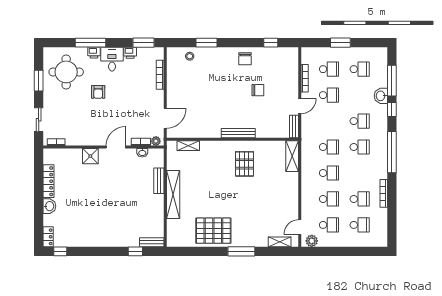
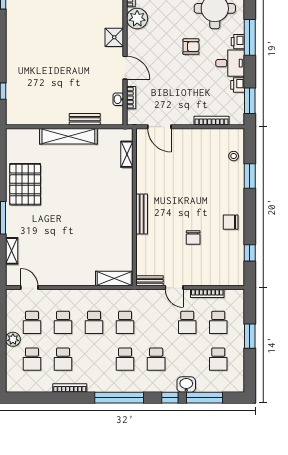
armchair: (98, 92) -> (191, 47), turned 180
plant: (156, 141) -> (137, 18), moved, width x1.87, depth x1.87
pallet: (244, 164) -> (105, 221), removed
plant: (312, 241) -> (13, 339), moved
bench: (152, 242) -> (11, 111), removed
shelving: (280, 242) -> (12, 251), moved

